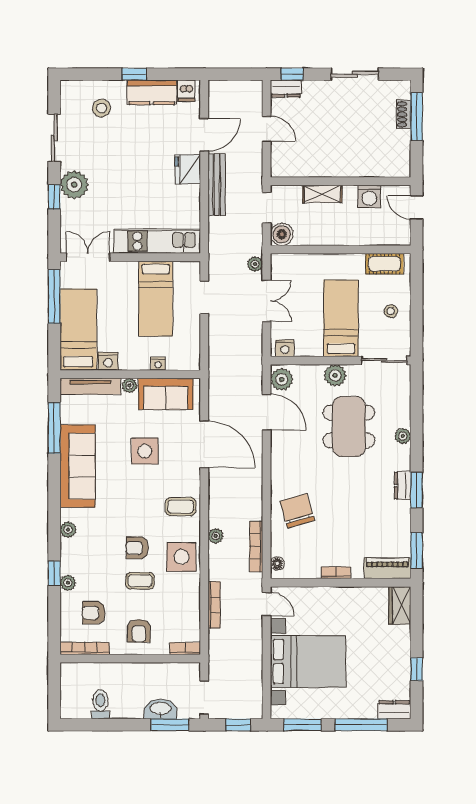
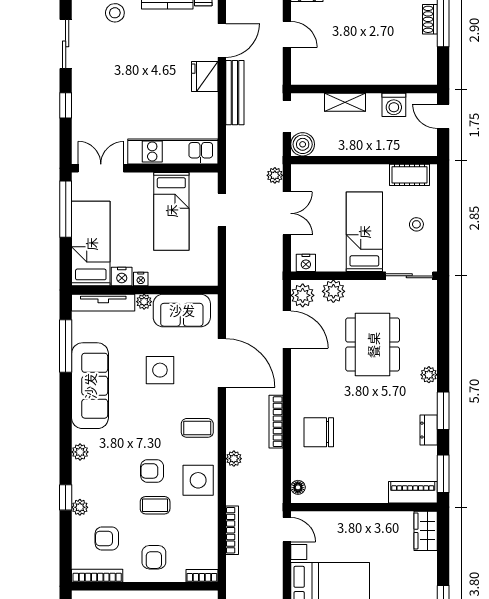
plant: (74, 185) -> (86, 93), removed
nightstand: (158, 364) -> (141, 279), moved
plant: (335, 375) -> (333, 291), moved
plant: (403, 436) -> (429, 375), moved
dresser: (403, 485) -> (429, 430), moved
chair: (297, 511) -> (319, 432), turned -74
bookcase: (256, 546) -> (276, 422), moved
bookcase: (336, 573) -> (359, 497), removed

